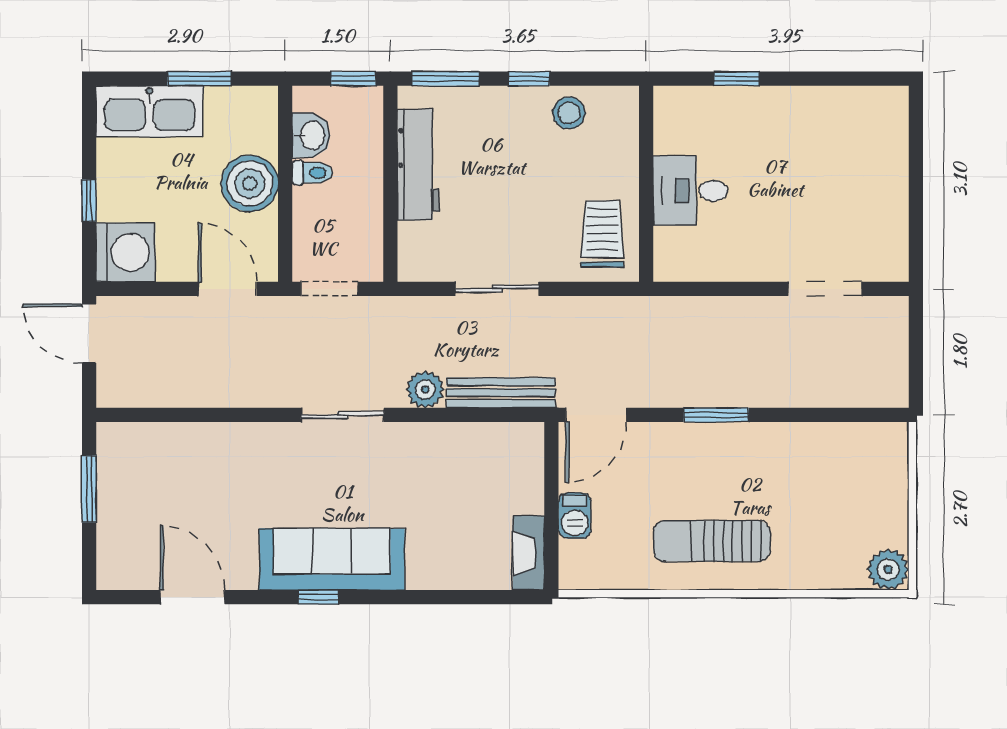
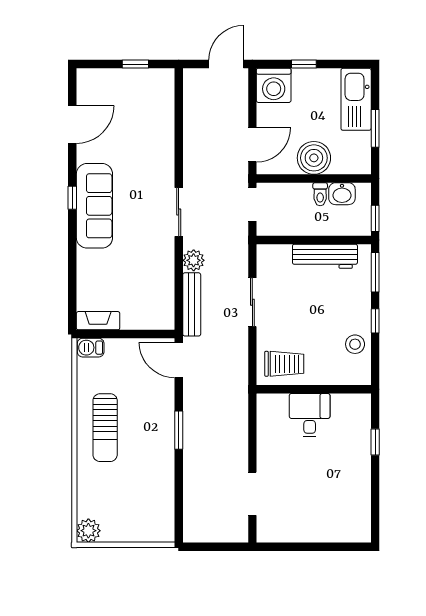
window: (89, 489) -> (135, 64), width x0.67
barbecue: (575, 516) -> (91, 348), moved
sun lounger: (712, 541) -> (105, 428), turned 180

